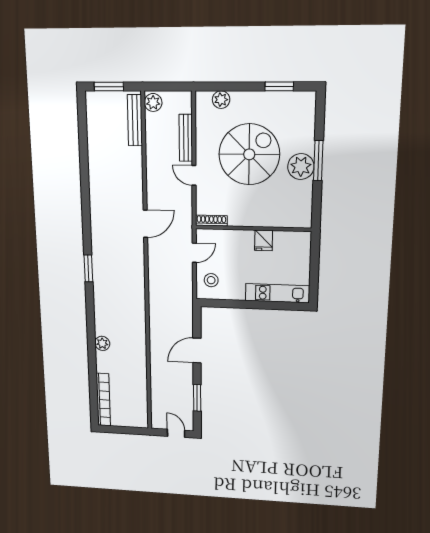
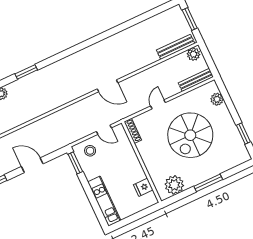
bench: (186, 138) -> (196, 80), moved
spiral stairs: (249, 154) -> (190, 135), turned 90
plant: (301, 167) -> (174, 185), moved
fridge: (264, 240) -> (143, 187), moved
window: (88, 268) -> (26, 72), moved
window: (217, 303) -> (75, 163), added

